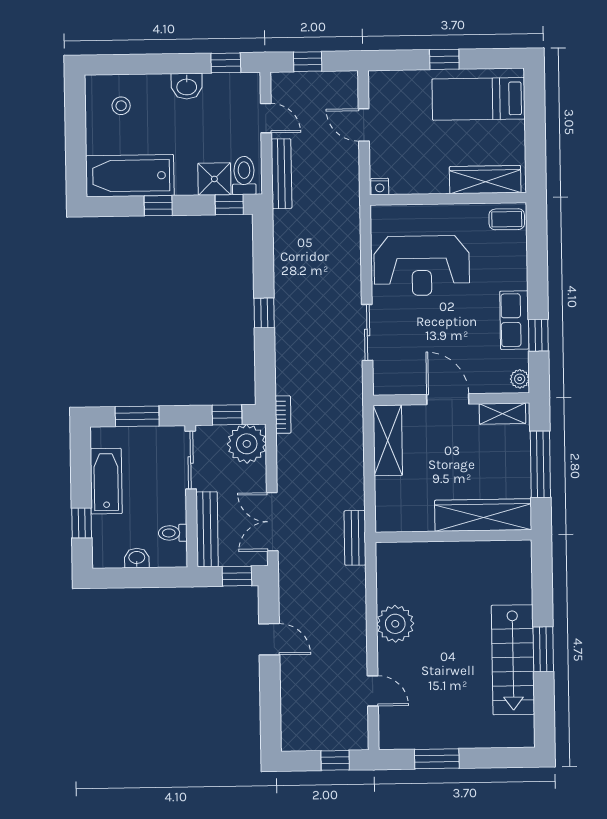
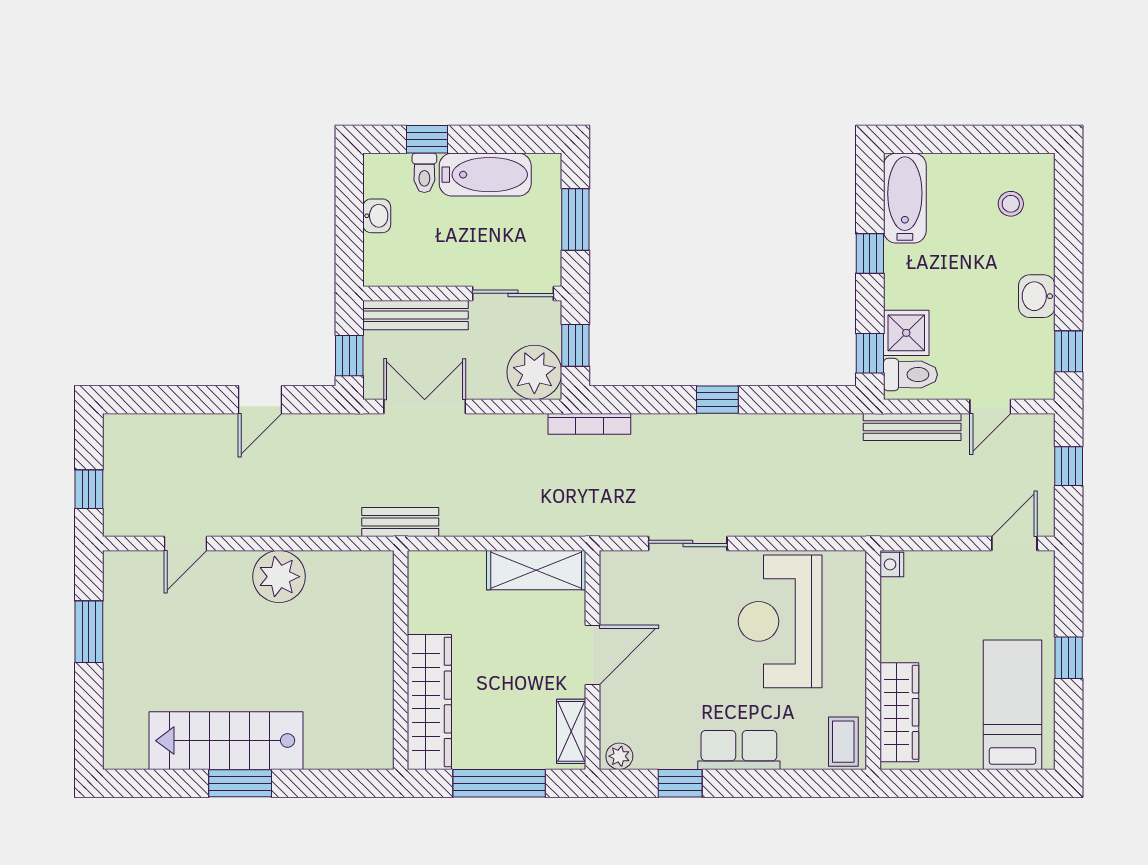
door: (364, 125) -> (1014, 543), moved
bathtub: (130, 176) -> (905, 198), width x0.73, depth x0.73
row of seats: (514, 320) -> (739, 750), moved
bookcase: (283, 415) -> (589, 424), width x1.56
toilet: (173, 533) -> (424, 173), moved, turned 180

